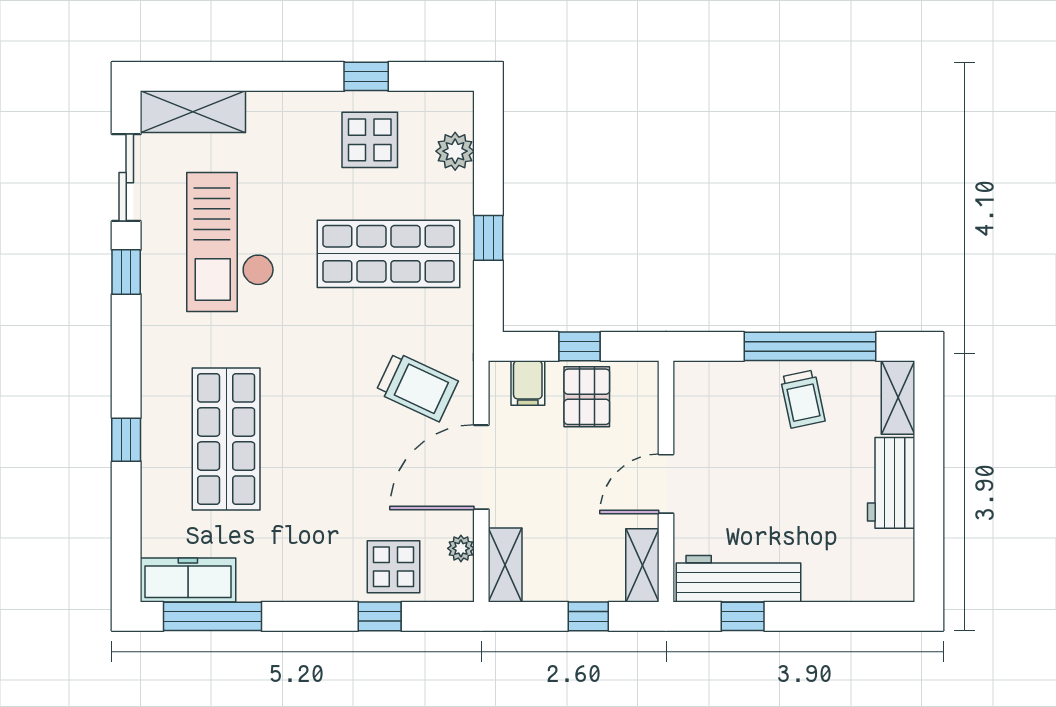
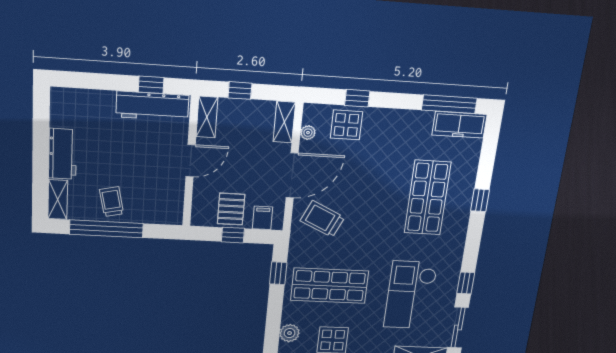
window: (488, 238) -> (278, 273), moved
checkout: (230, 242) -> (410, 295), turned 180

